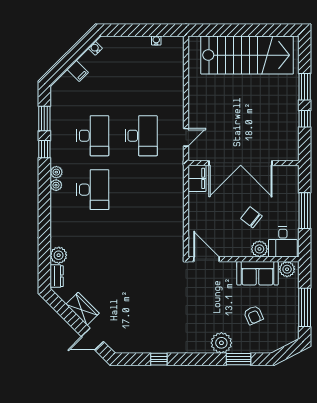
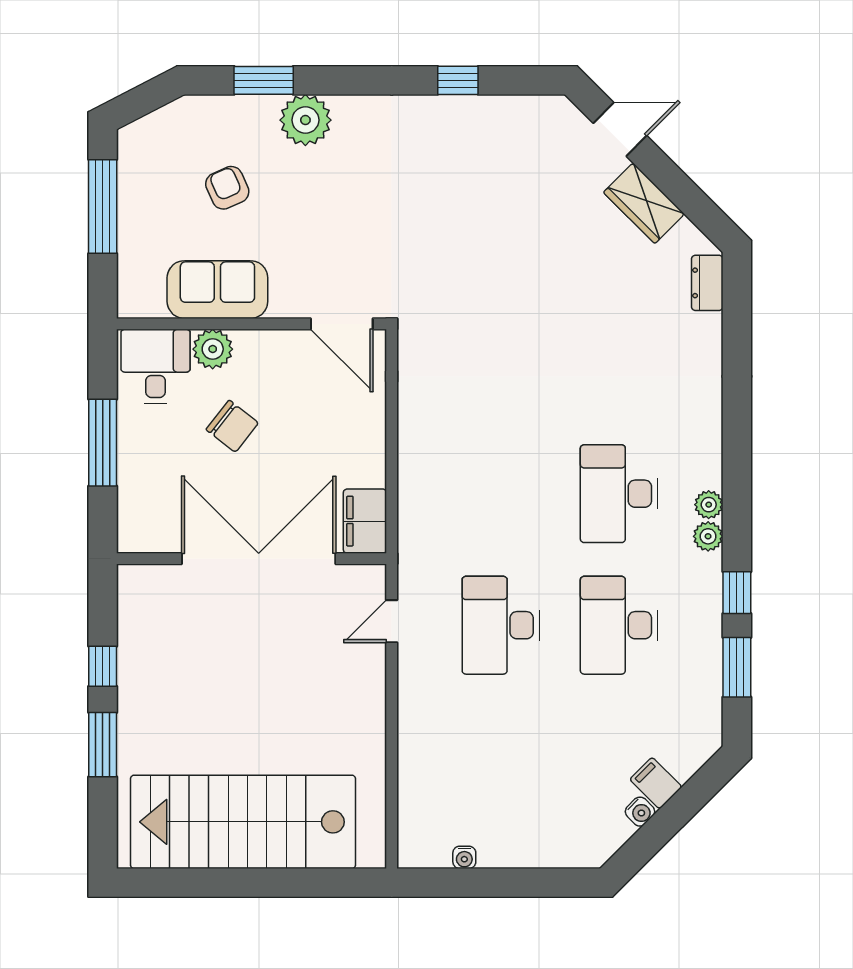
water cooler: (95, 48) -> (640, 812), moved
plant: (59, 255) -> (702, 334), removed
plant: (287, 269) -> (145, 300), removed

